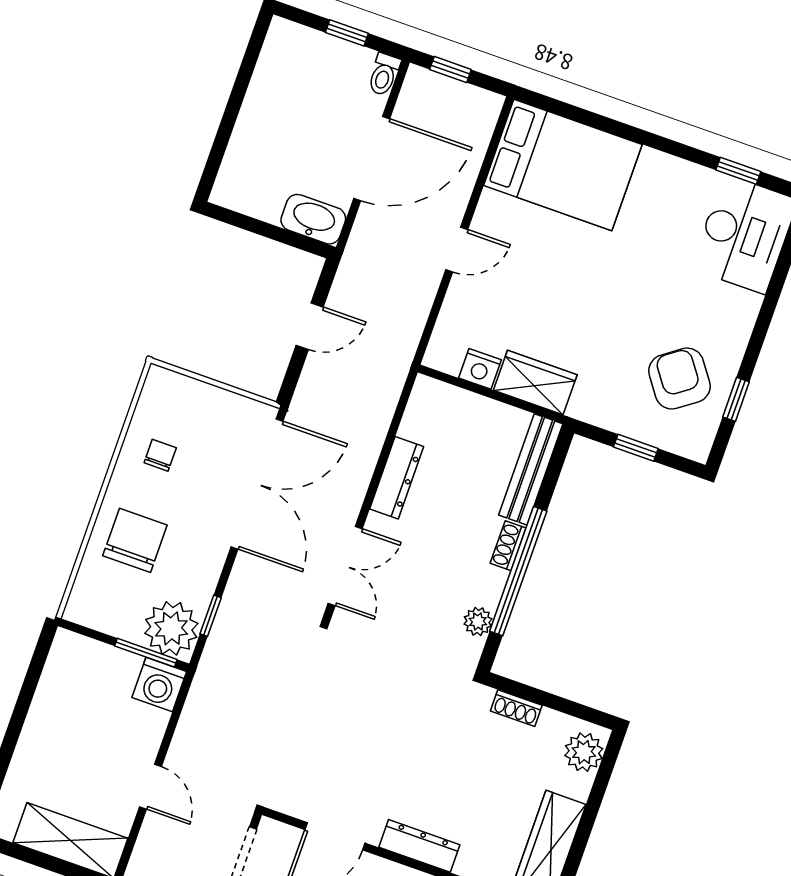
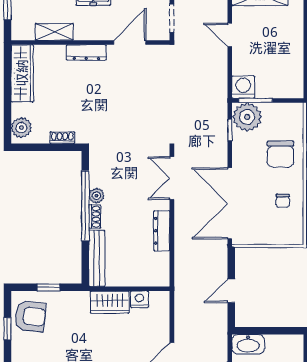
armchair: (679, 379) -> (30, 316), moved, turned -48
plant: (478, 622) -> (96, 196), moved

